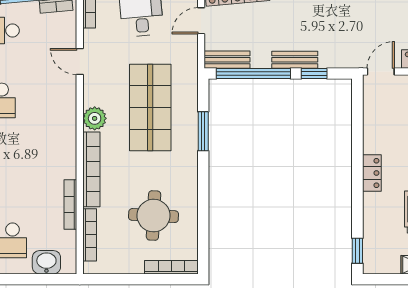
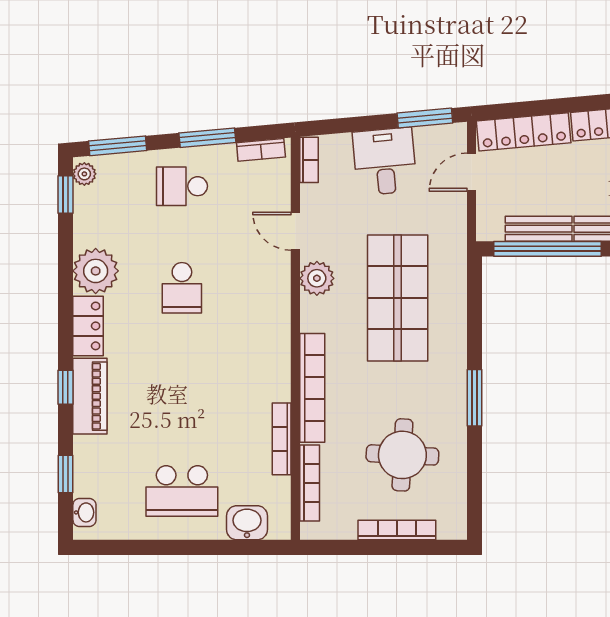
bench: (227, 60) -> (539, 229), moved
plant: (95, 118) -> (317, 278), moved
window: (203, 131) -> (474, 398), moved
bookcase: (171, 267) -> (397, 530), moved

